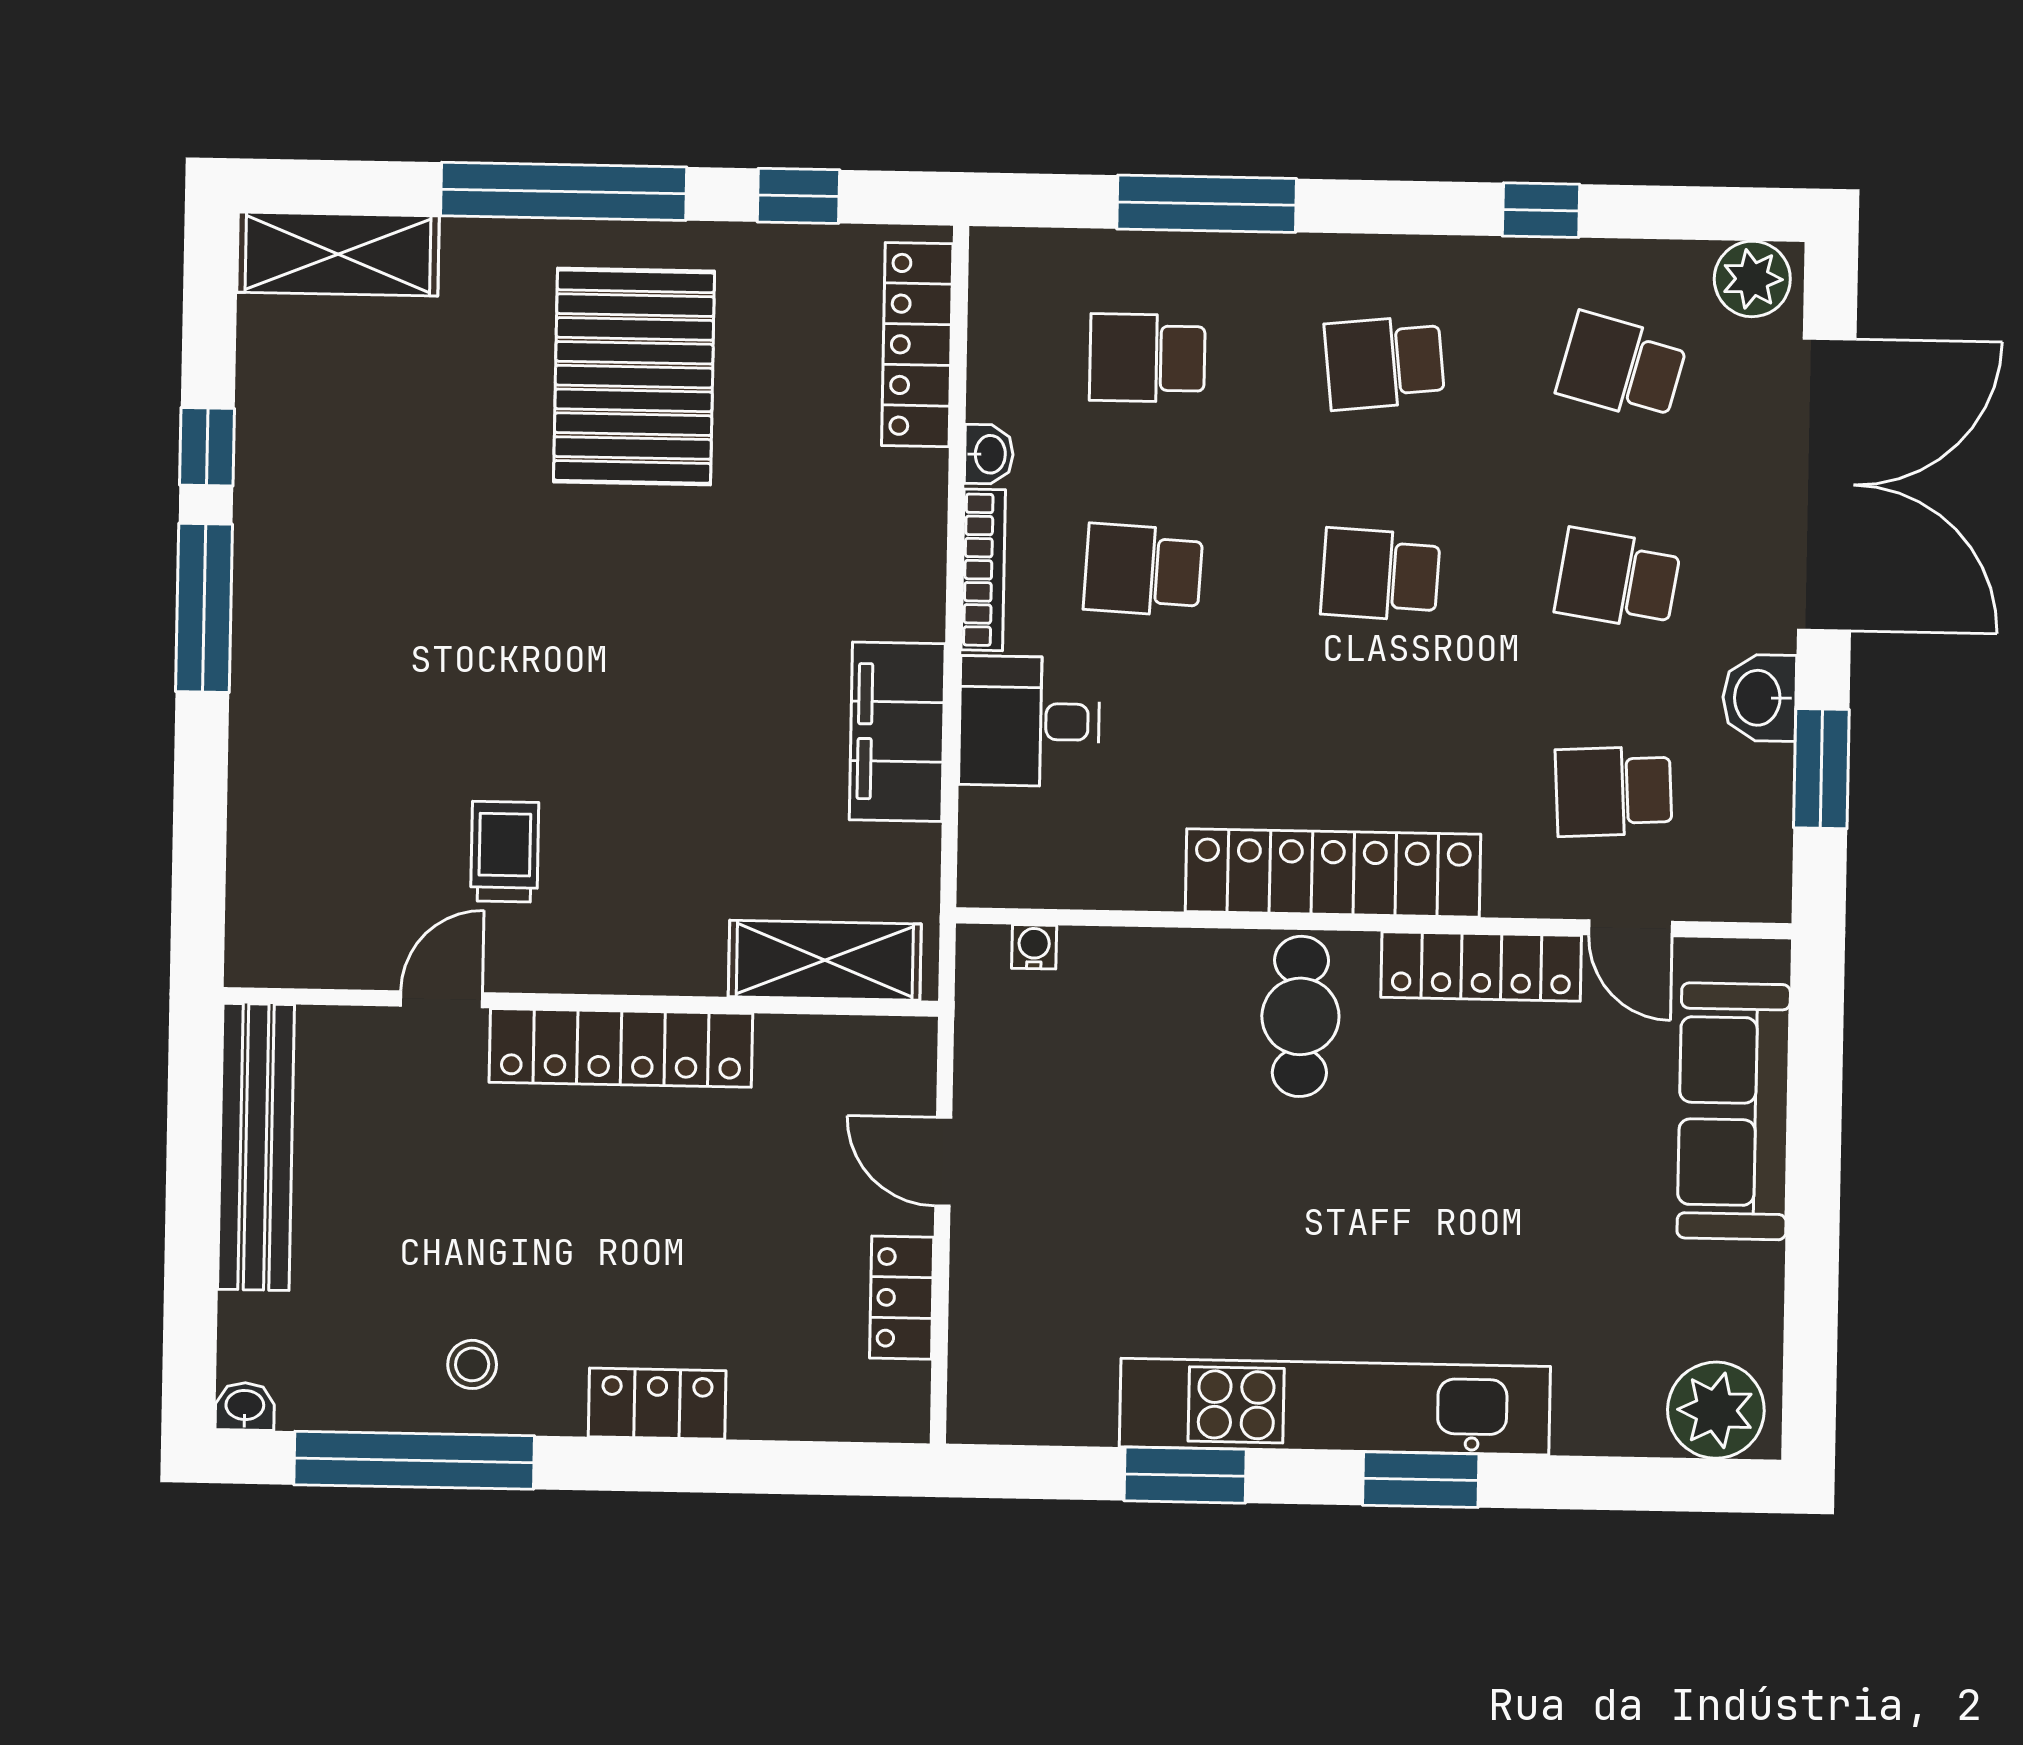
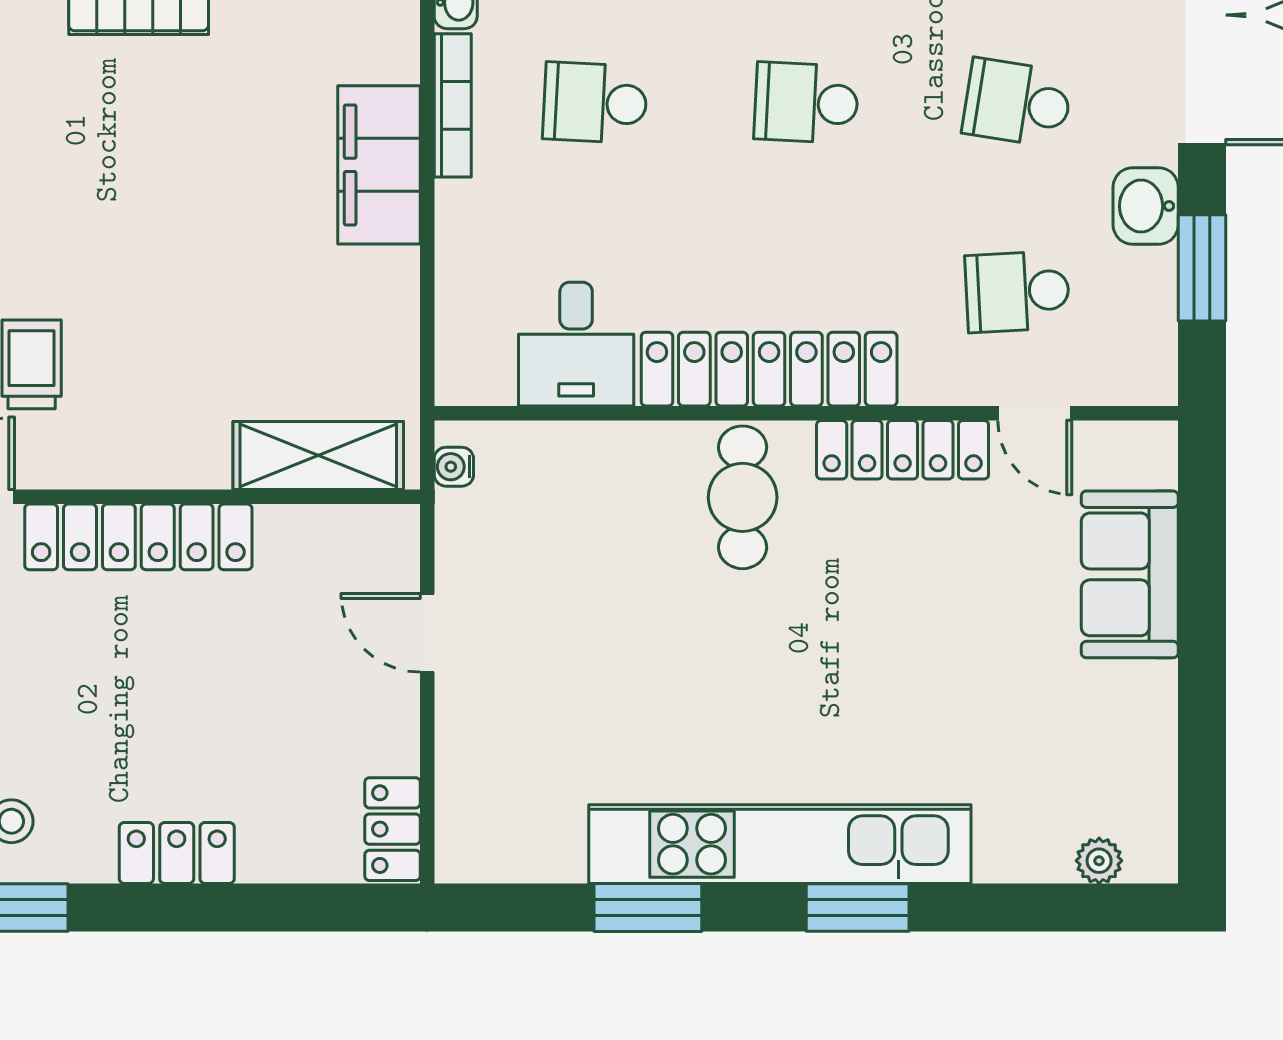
desk: (1029, 721) -> (576, 344), moved, turned -90
filing cabinet: (897, 732) -> (379, 165), moved
water cooler: (1034, 947) -> (454, 467), moved, turned -90
sofa: (1734, 1111) -> (1130, 574), width x0.73
locker: (902, 1298) -> (392, 829), moved
plant: (1716, 1410) -> (1099, 861), width x0.53, depth x0.53

